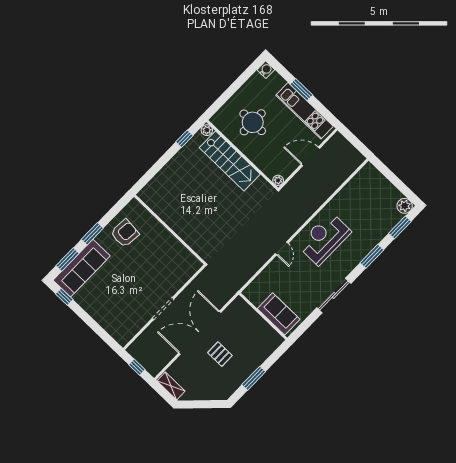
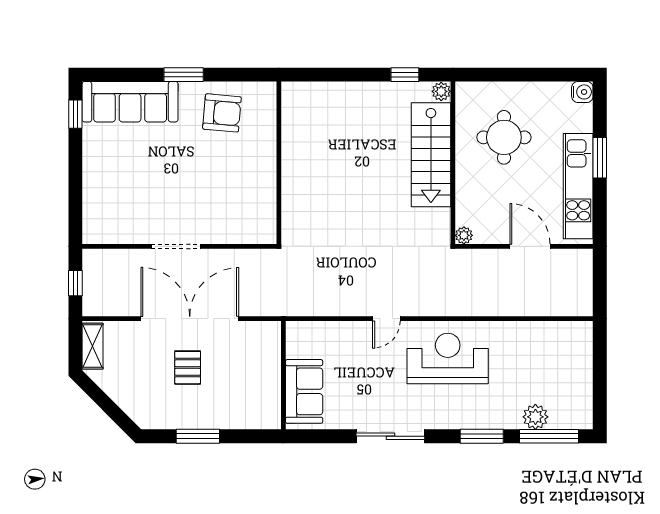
plant: (405, 206) -> (535, 417), moved
window: (400, 227) -> (549, 436), width x1.44
window: (67, 259) -> (124, 75), removed

